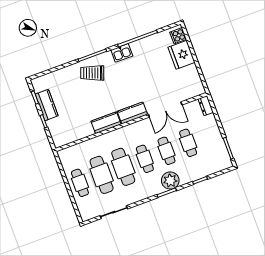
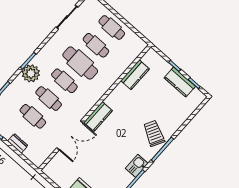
trolley: (92, 73) -> (154, 133), turned -82
dresser: (206, 106) -> (18, 143), moved
double door: (165, 110) -> (70, 135), swing flipped
kitchen counter: (106, 123) -> (135, 75), moved
cafe table: (102, 175) -> (96, 45), width x0.73, depth x0.74

